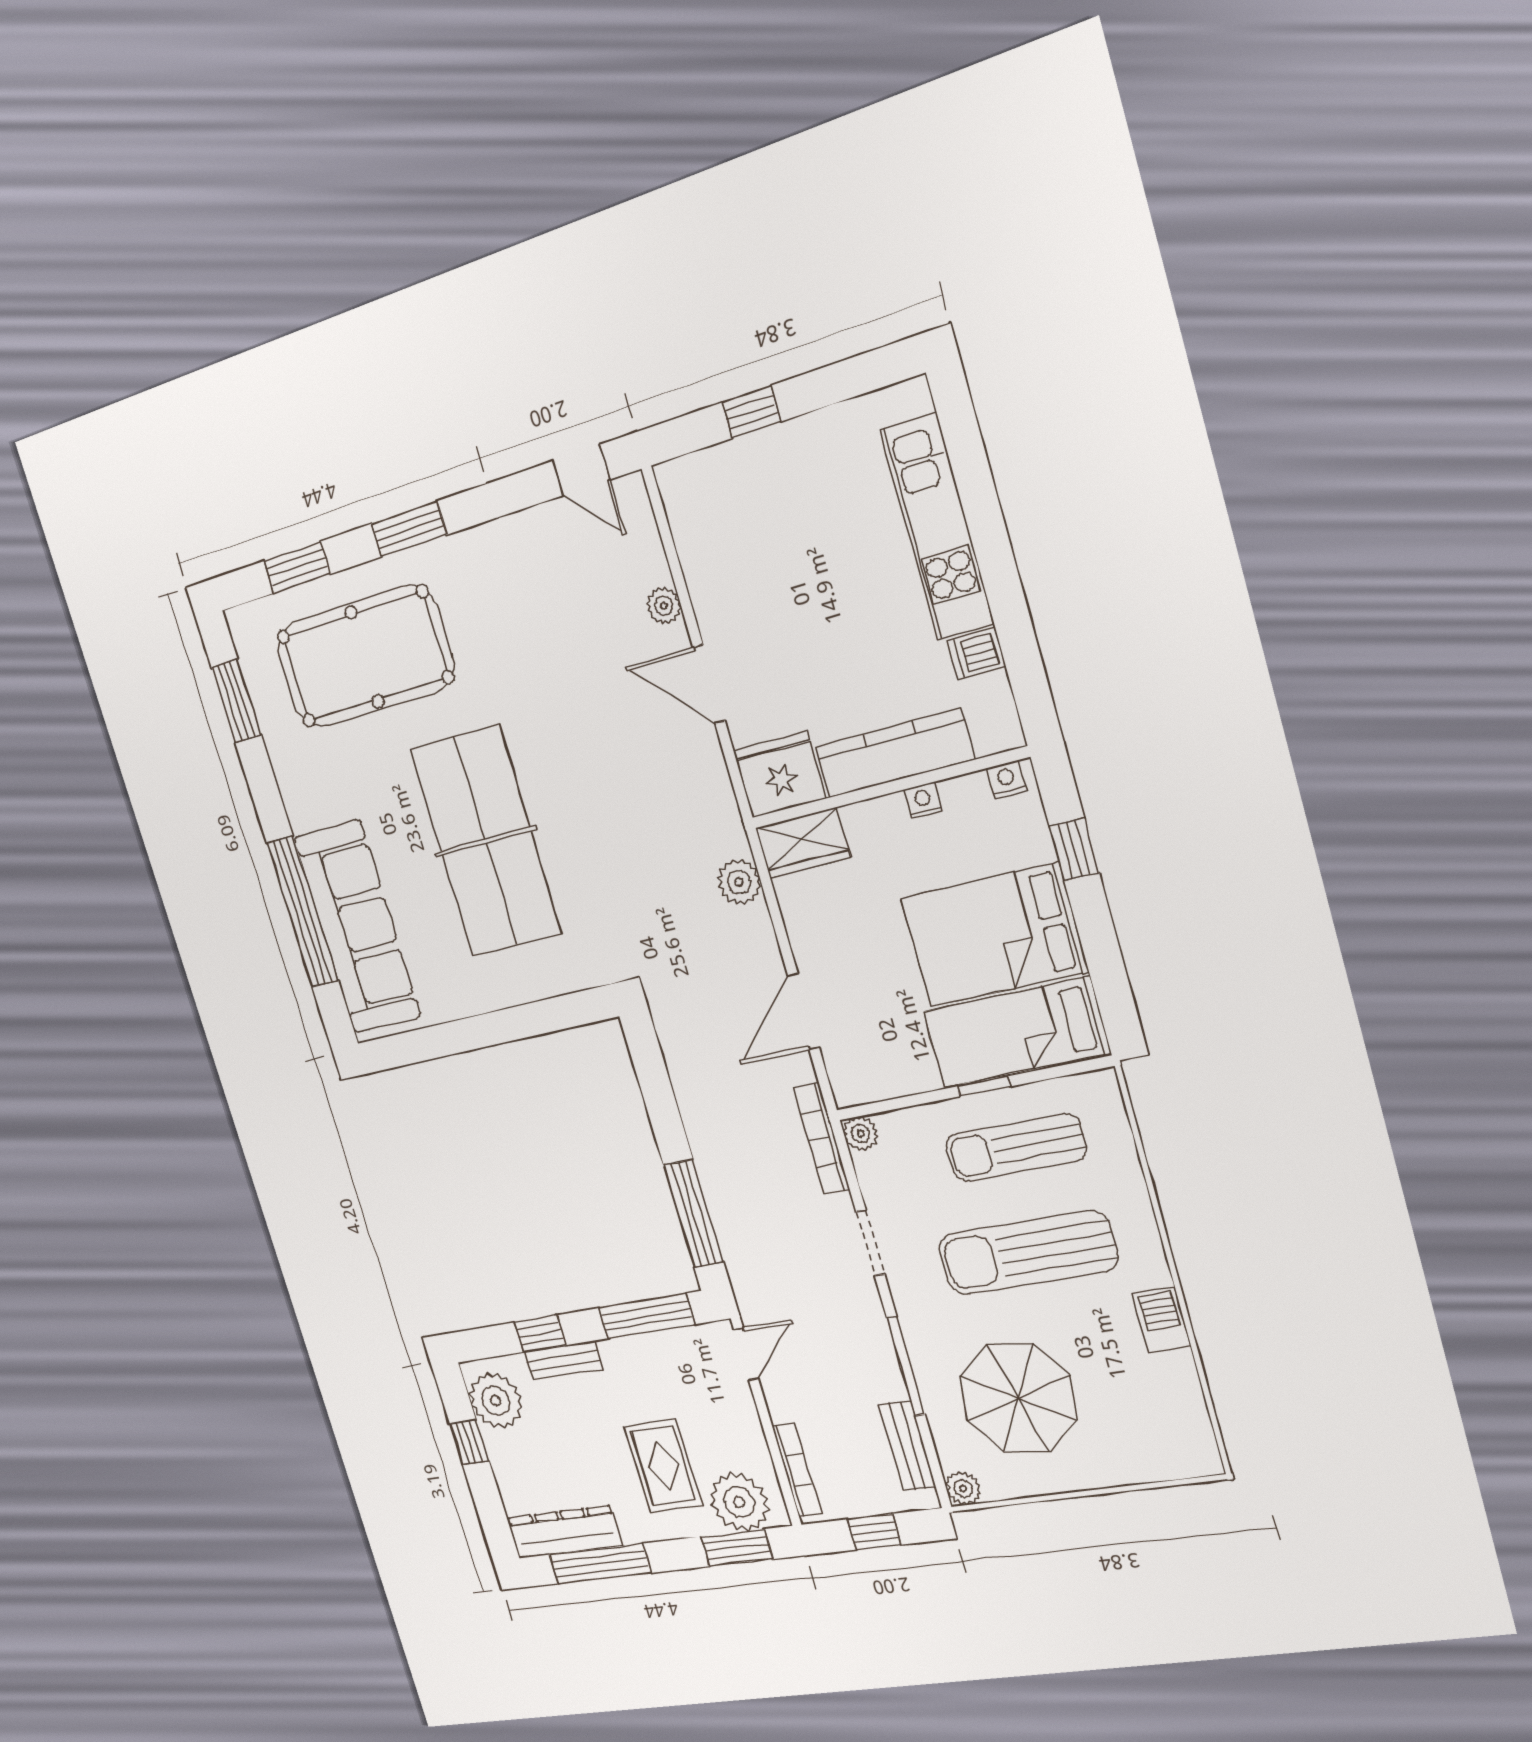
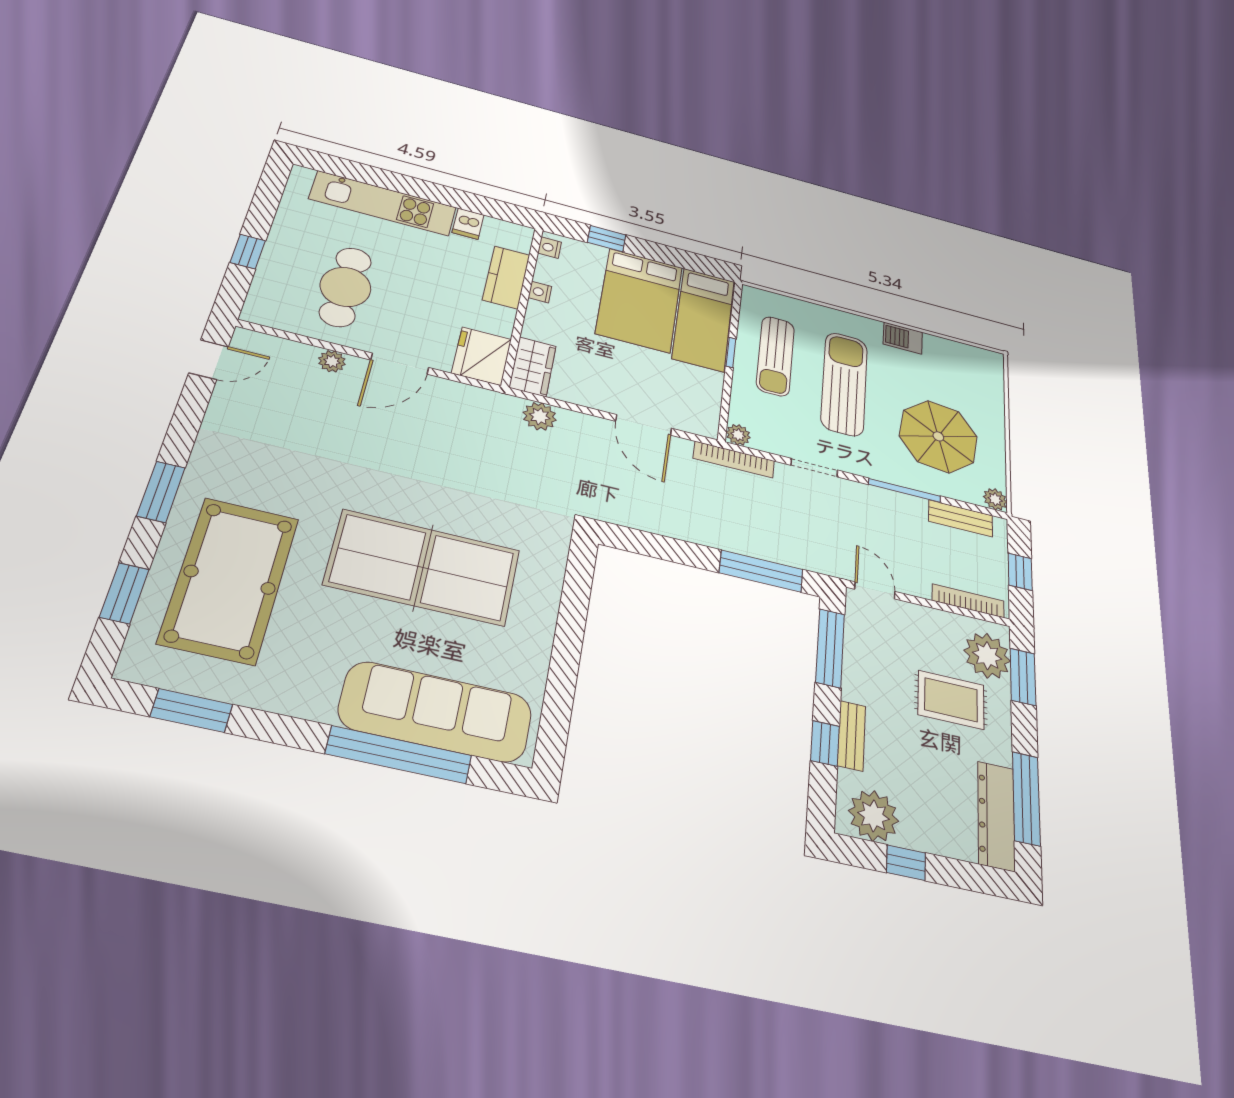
cafe table: (775, 559) -> (345, 287), added
kitchen counter: (895, 753) -> (506, 277), width x0.67
sun lounger: (1027, 1253) -> (844, 384), turned 180

